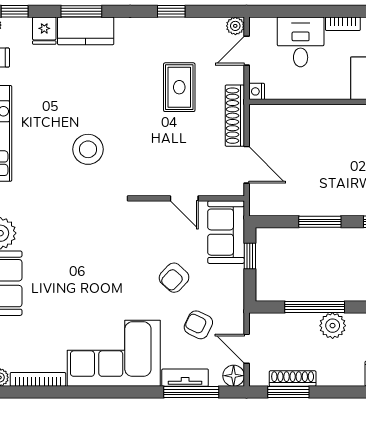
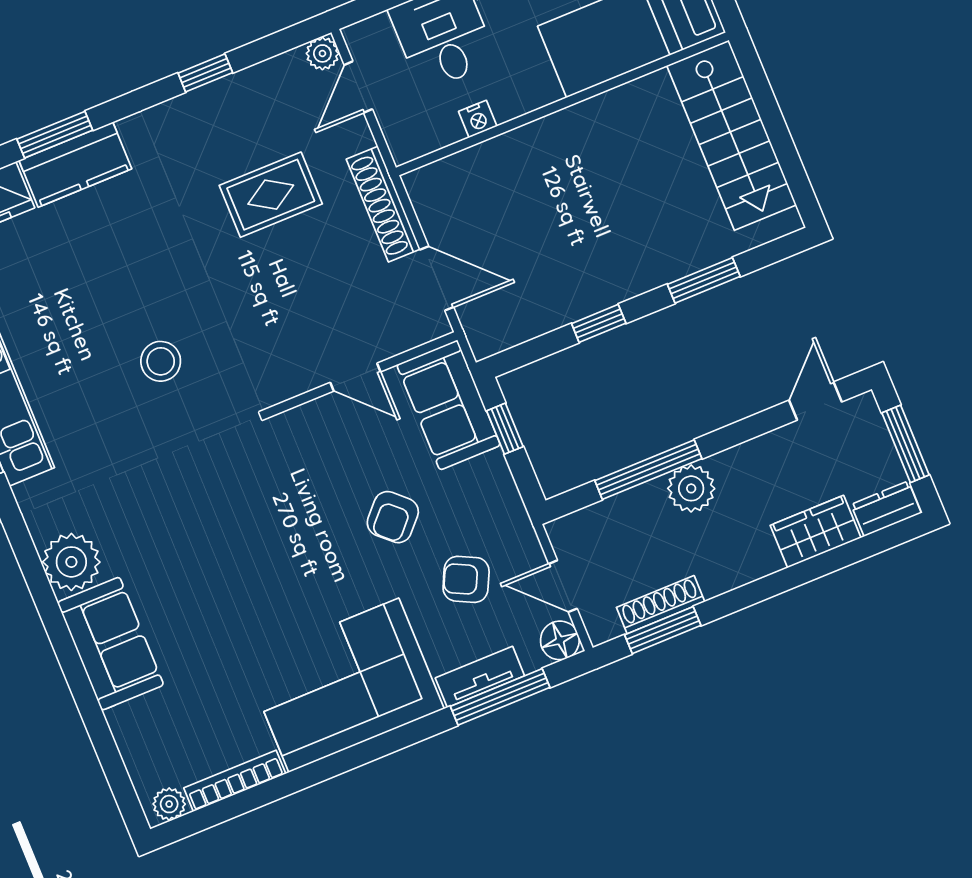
rug: (179, 87) -> (271, 195), turned 90
nightstand: (257, 91) -> (478, 119), moved, turned -90
stool: (88, 149) -> (161, 361), width x0.73, depth x0.73
window: (320, 222) -> (599, 323), width x0.67

